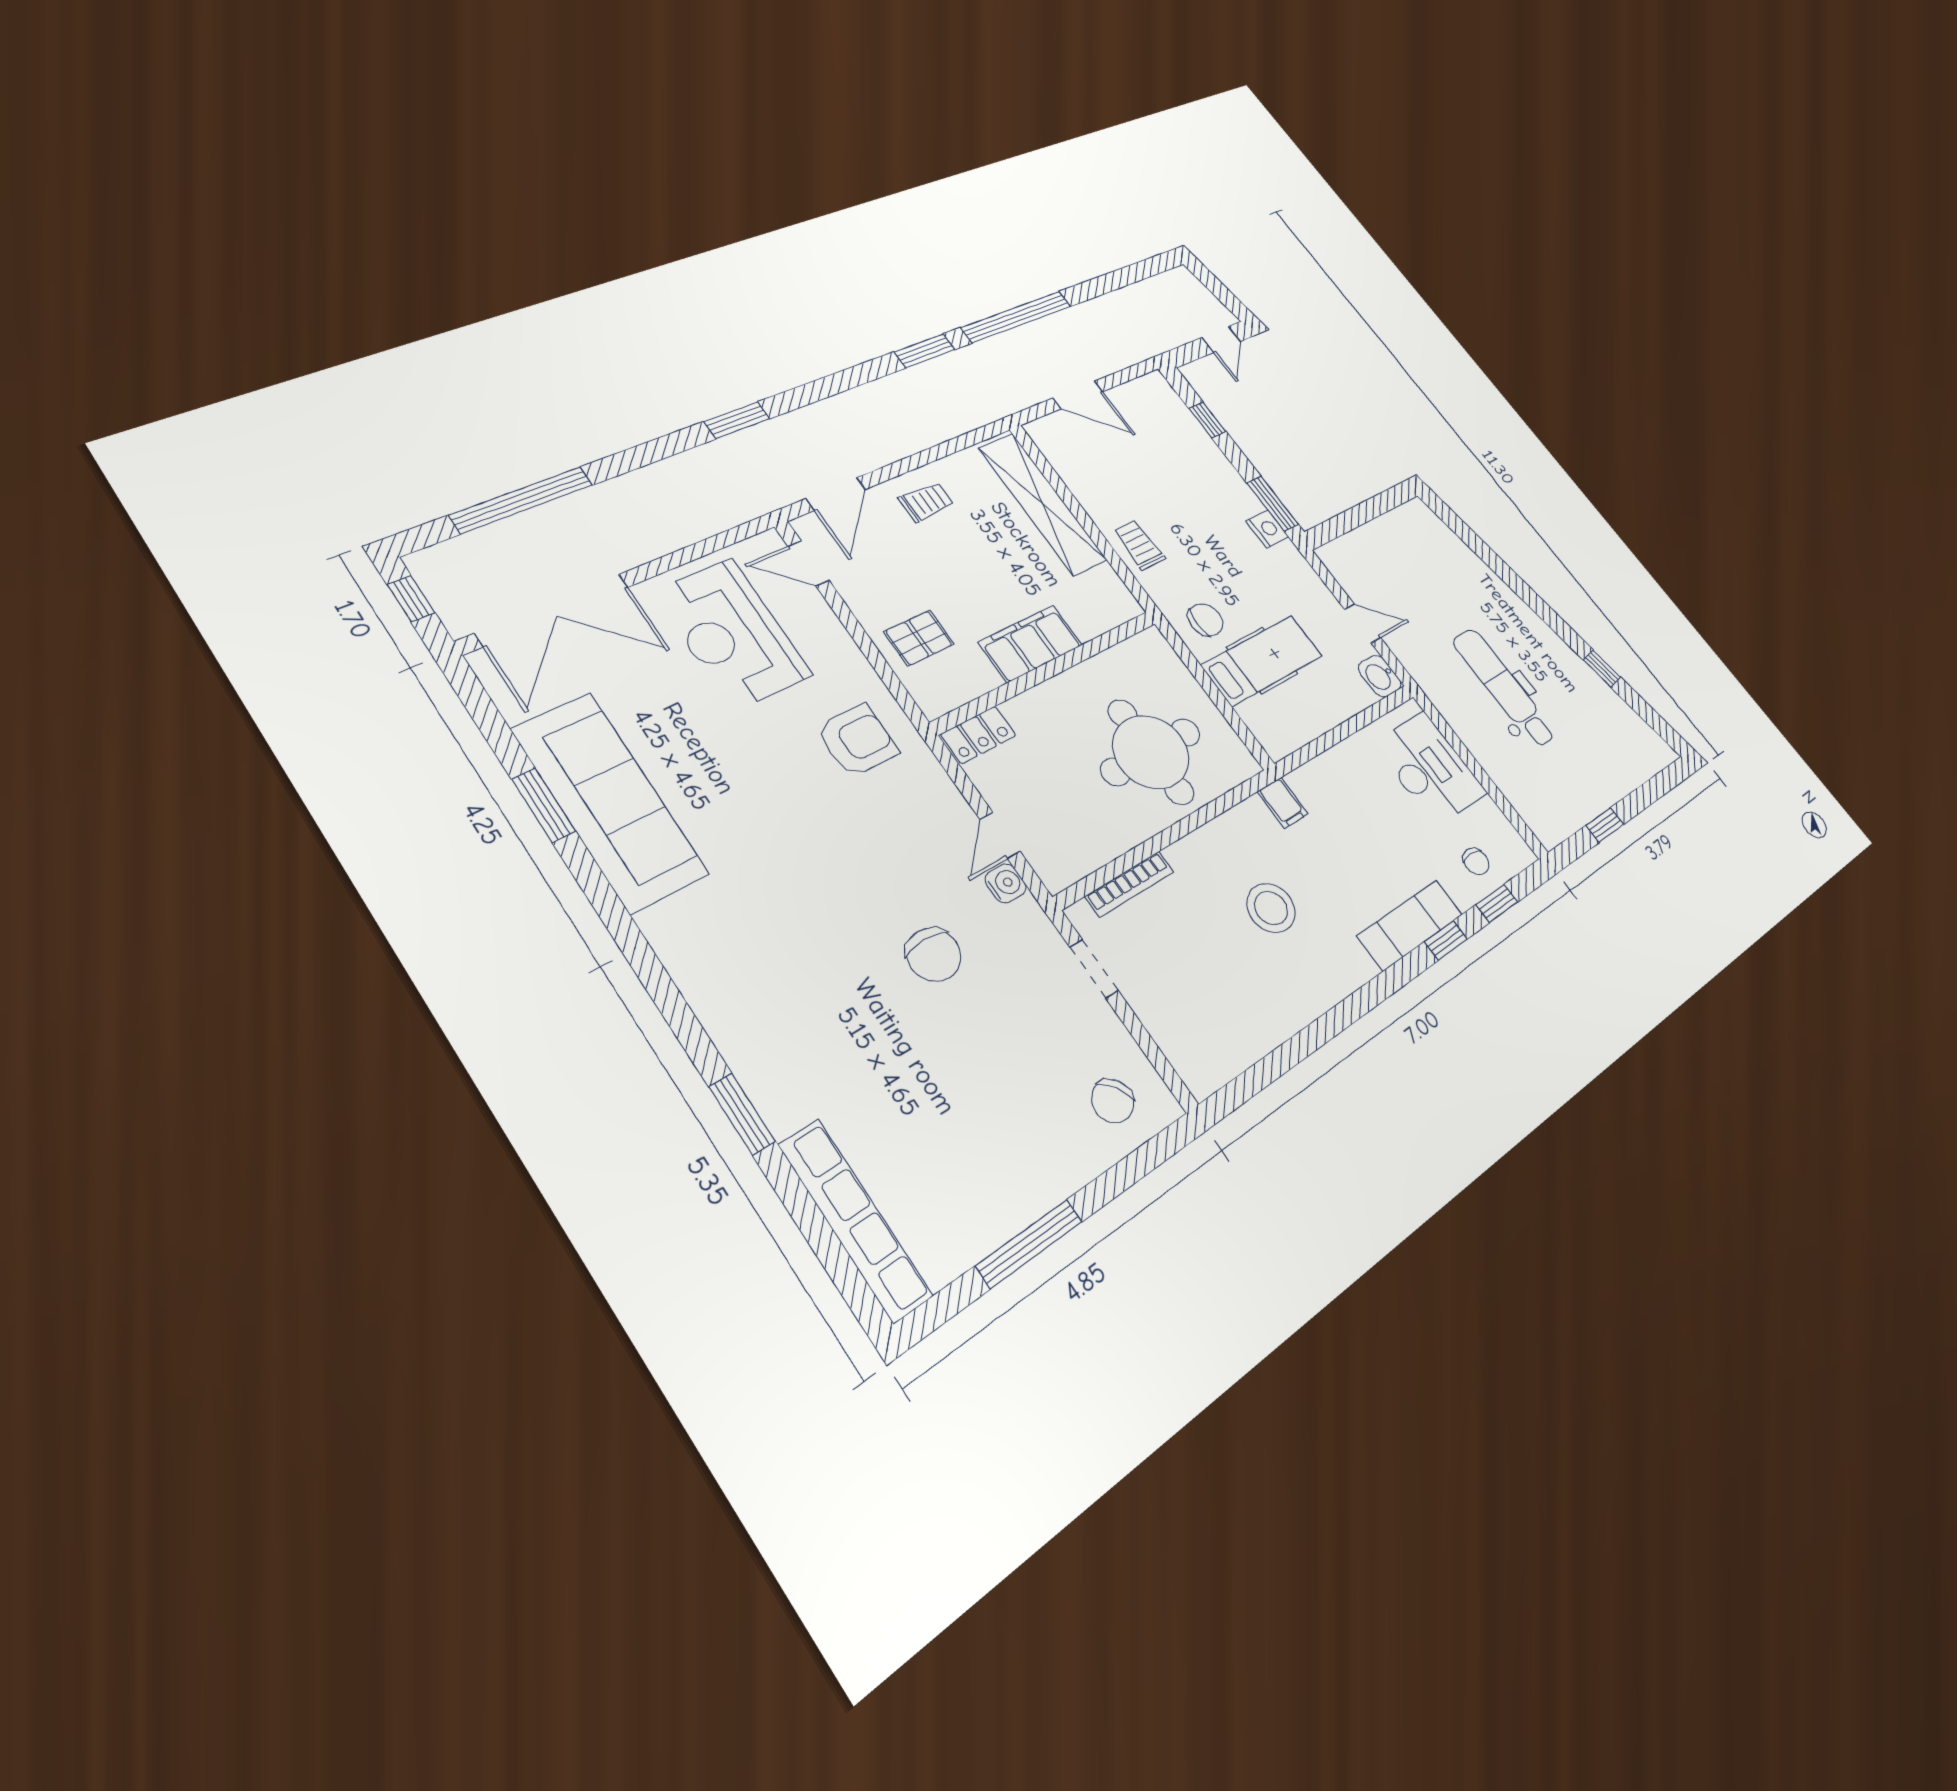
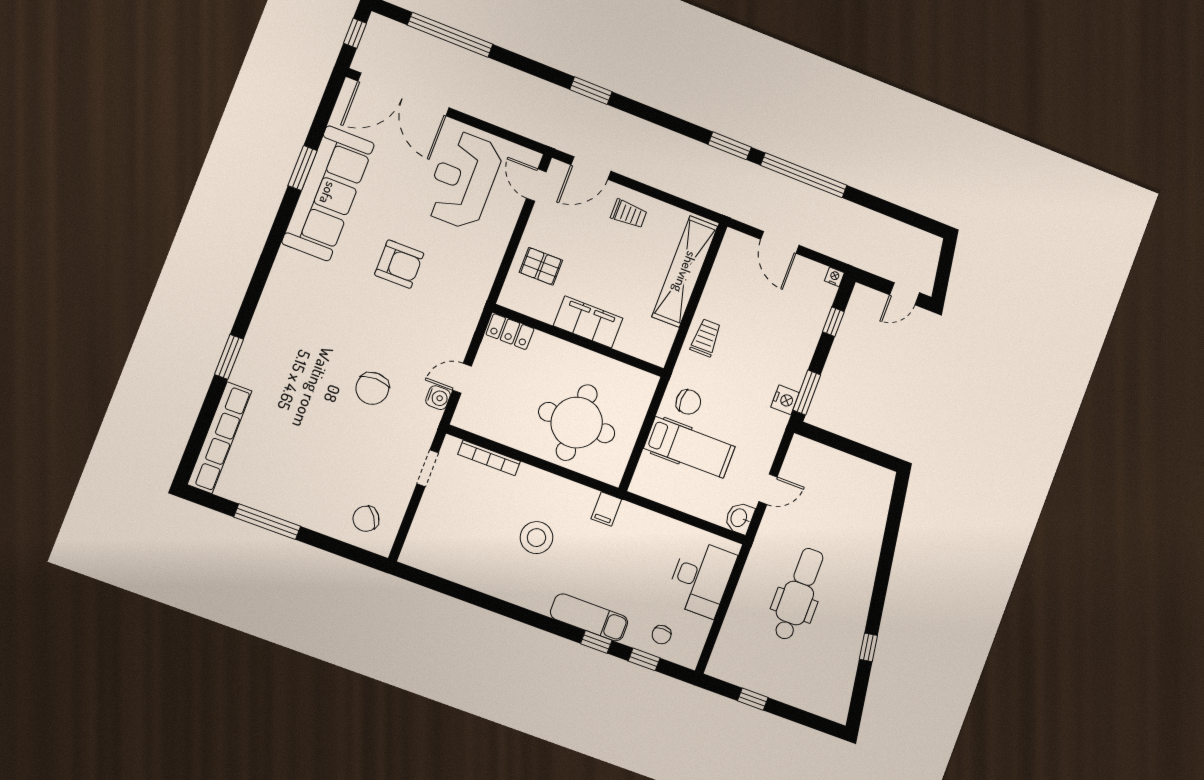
nightstand: (1156, 380) -> (834, 277), added
door: (1363, 623) -> (768, 489), hinge flipped
armchair: (857, 740) -> (399, 264), moved

